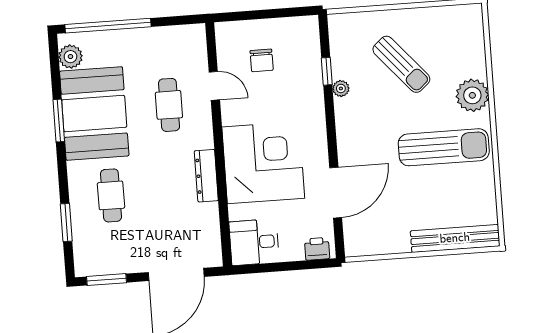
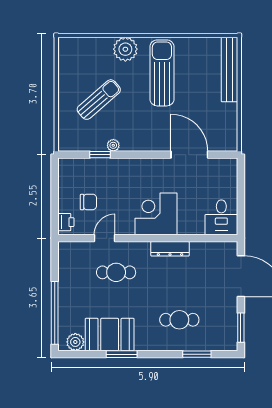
booth: (94, 114) -> (110, 334), width x0.73, depth x0.70
corner desk: (263, 163) -> (156, 214), width x0.74, depth x0.74
printer: (317, 249) -> (66, 222), moved, turned 180

